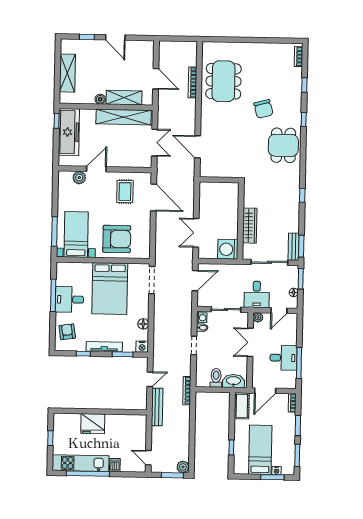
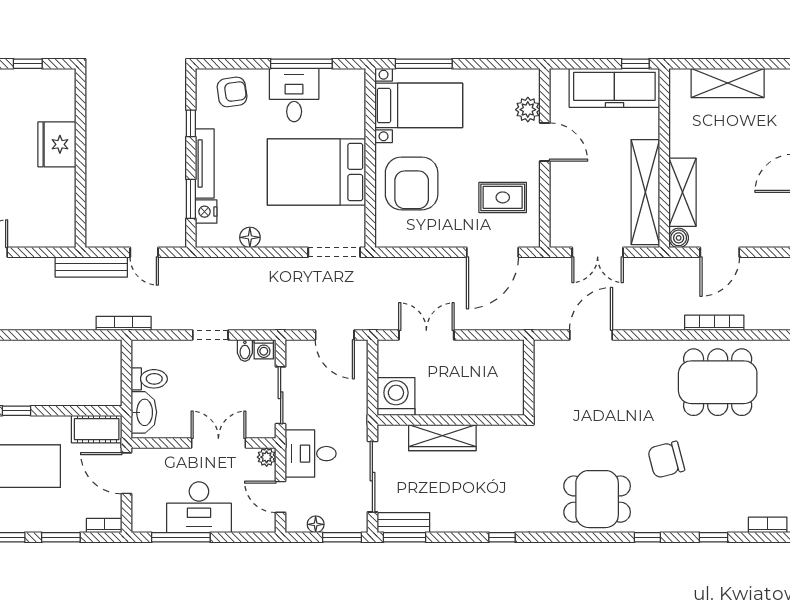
boiler: (100, 99) -> (679, 238), moved
nightstand: (142, 347) -> (206, 212), moved
desk: (283, 358) -> (199, 507), width x1.37

